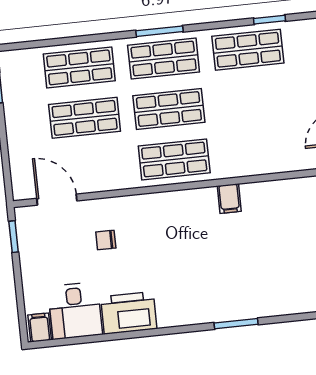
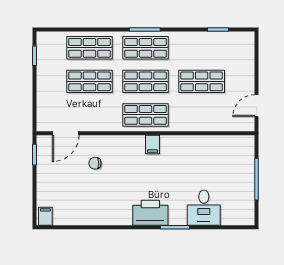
shop shelf: (248, 50) -> (202, 81), moved
filing cabinet: (229, 199) -> (152, 145), moved
door: (57, 200) -> (66, 133), swing flipped
desk: (75, 311) -> (204, 208), moved
printer: (129, 313) -> (150, 213), moved

